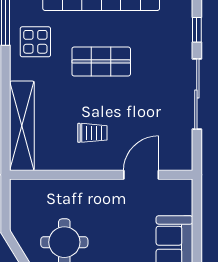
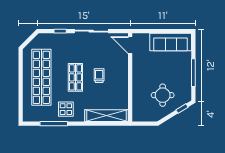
trolley: (92, 133) -> (99, 76), moved
door: (141, 175) -> (130, 45), moved

